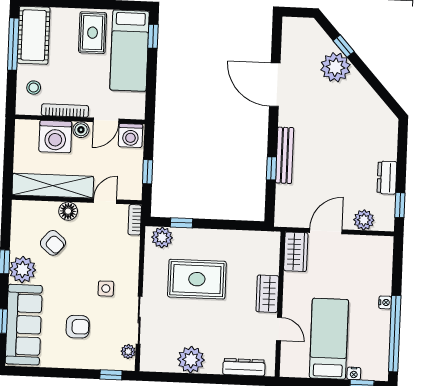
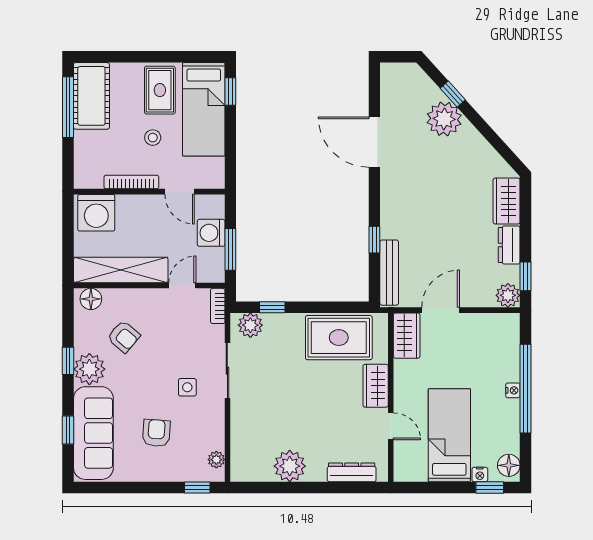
stool: (34, 88) -> (153, 138), moved
door: (106, 120) -> (180, 192), hinge flipped
boiler: (81, 130) -> (151, 204), removed
washing machine: (131, 135) -> (211, 233), moved, turned 90
washing machine: (55, 137) -> (96, 213), moved
wardrobe: (386, 140) -> (507, 201), added
bench: (285, 155) -> (389, 273), moved
window: (148, 172) -> (230, 249), width x1.50
floor lamp: (68, 211) -> (91, 299), moved
plant: (364, 220) -> (508, 295), moved
rug: (197, 279) -> (339, 338), moved
sliding door: (139, 320) -> (227, 371), moved
armchair: (78, 327) -> (156, 433), turned -86
window: (395, 334) -> (526, 389), moved
floor lamp: (379, 367) -> (509, 465), added

